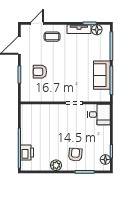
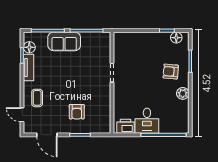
sofa: (102, 75) -> (64, 41), moved
desk: (99, 114) -> (147, 121), moved, turned 180
printer: (27, 153) -> (126, 126), moved

